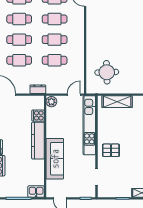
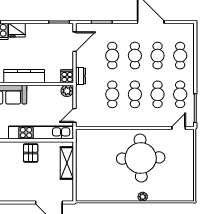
round table: (107, 72) -> (141, 158), moved, width x1.86, depth x1.86
door: (74, 95) -> (75, 115), swing flipped
cooker: (38, 116) -> (67, 76), moved
pallet: (111, 150) -> (31, 153), moved

